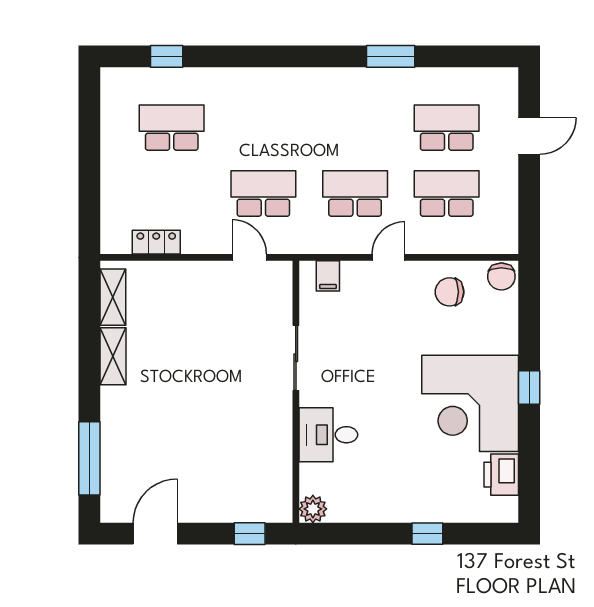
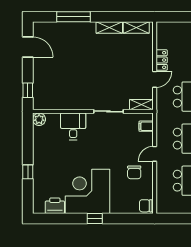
locker: (156, 242) -> (162, 60), moved
door: (249, 257) -> (155, 79), moved
door: (388, 257) -> (155, 154), swing flipped
shelving: (281, 286) -> (141, 105), added
chair: (450, 292) -> (134, 172), moved, turned 180
window: (89, 458) -> (74, 17), moved

